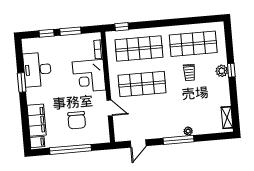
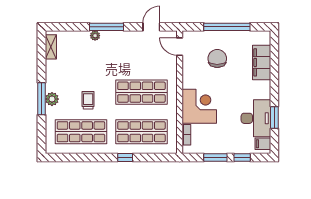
window: (122, 27) -> (125, 157), moved
window: (231, 70) -> (41, 99), width x2.17
window: (22, 82) -> (274, 118), moved
door: (110, 108) -> (180, 47), moved
filing cabinet: (37, 142) -> (263, 144), moved

